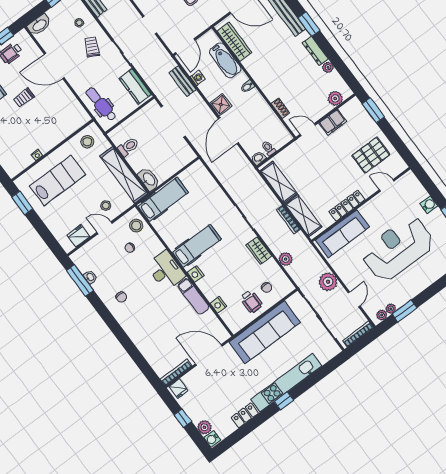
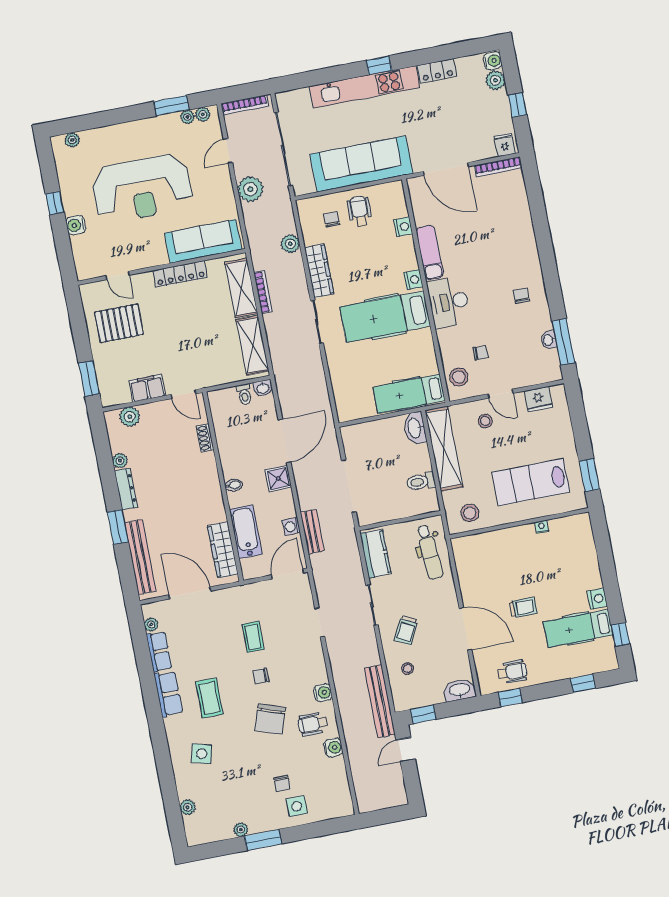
hospital bed: (197, 246) -> (385, 317), width x1.37, depth x1.29
wardrobe: (259, 251) -> (319, 271), width x1.50

